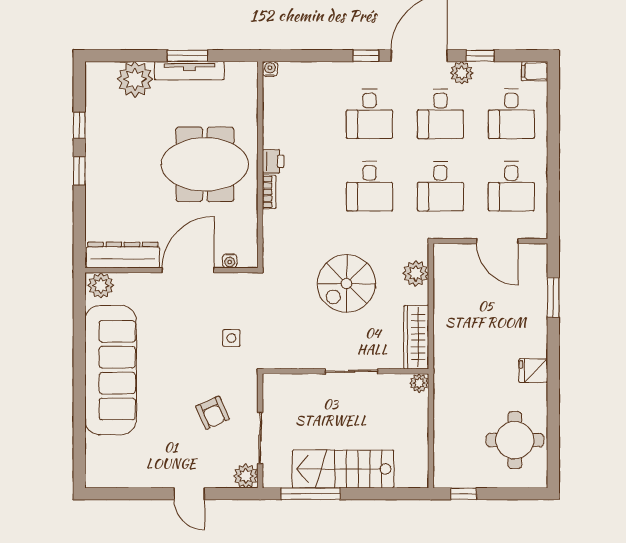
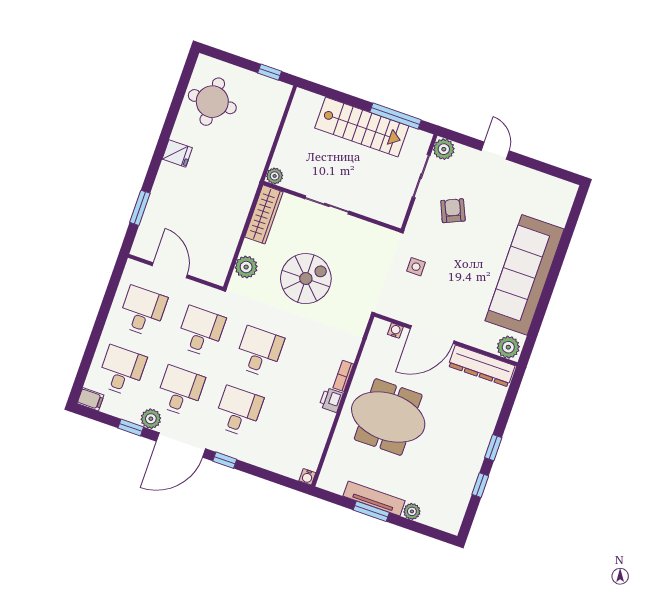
plant: (135, 79) -> (412, 511), width x0.53, depth x0.53

